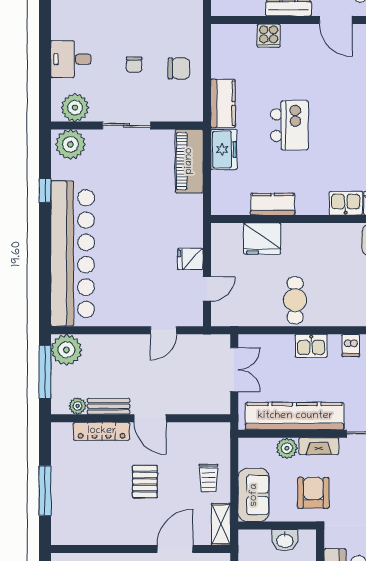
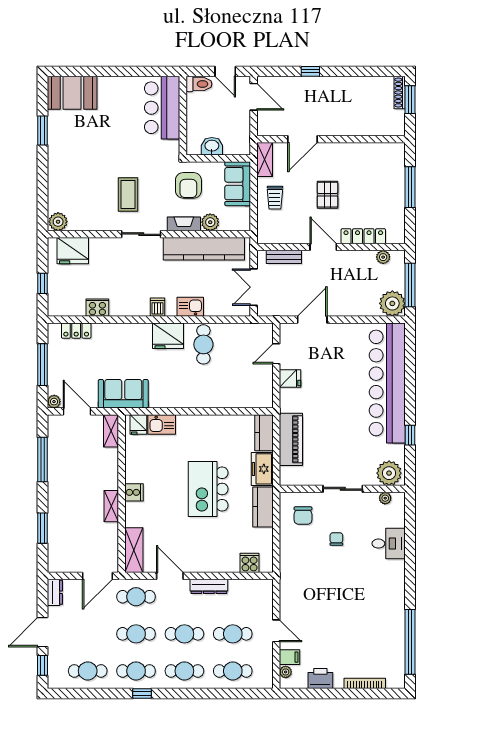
cooker: (269, 36) -> (250, 563), moved
chair: (179, 68) -> (303, 516), moved, turned -90
plant: (75, 108) -> (385, 498), width x0.53, depth x0.53
kitchen island: (289, 125) -> (208, 489), width x1.37, depth x1.28
piano: (189, 161) -> (291, 439), moved
kitchen counter: (273, 204) -> (264, 433), moved, turned 90
fridge: (262, 239) -> (168, 336), moved, turned 180
door: (163, 330) -> (312, 320), width x1.37
bench: (109, 406) -> (284, 257), moved
trolley: (209, 478) -> (275, 198), turned 180

